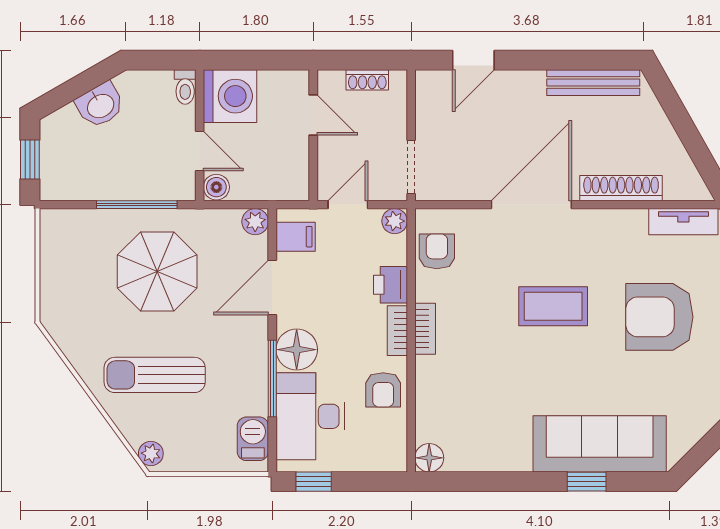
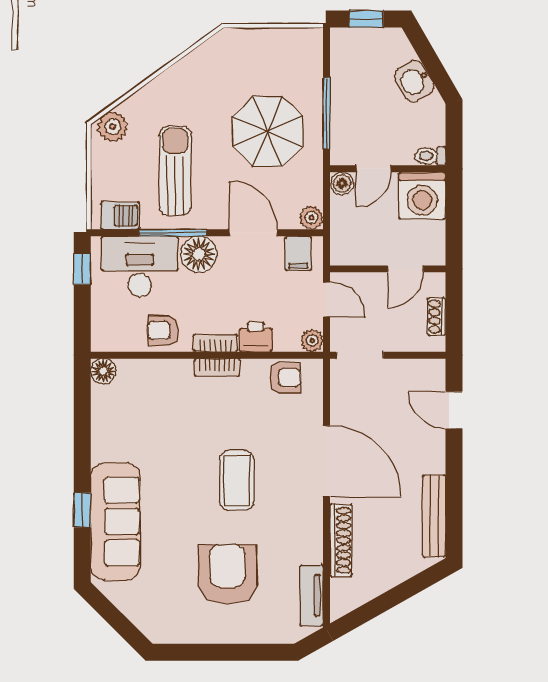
sun lounger: (155, 375) -> (175, 171), moved
plant: (151, 453) -> (113, 127), width x1.38, depth x1.38

